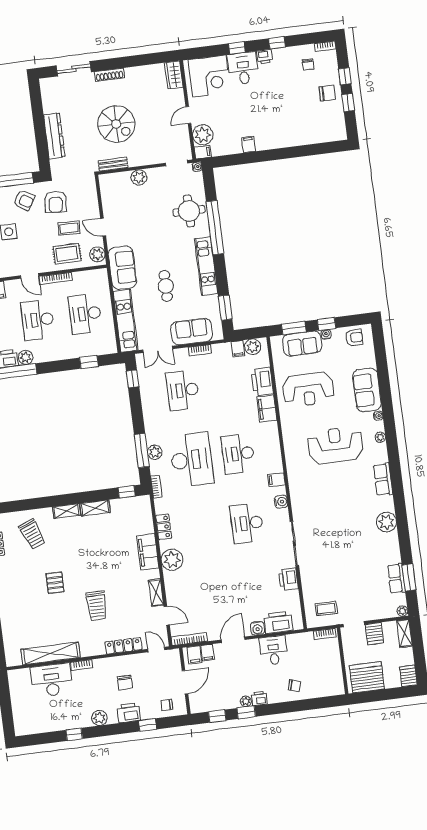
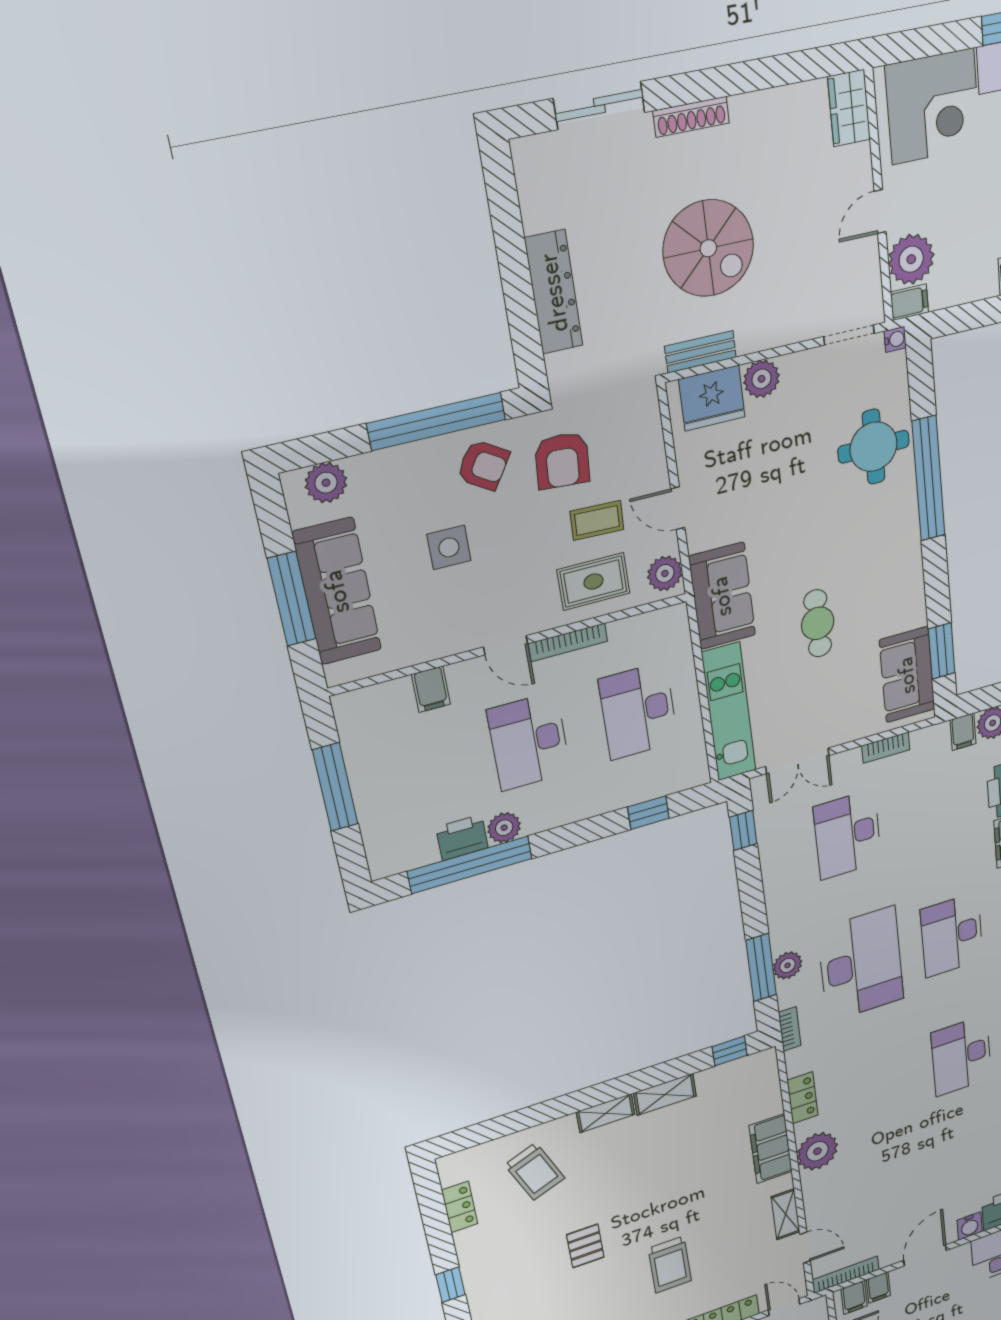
fridge: (118, 183) -> (712, 398), added
kitchen unit: (206, 266) -> (906, 567), removed
sofa: (192, 332) -> (907, 675), moved, turned -90

